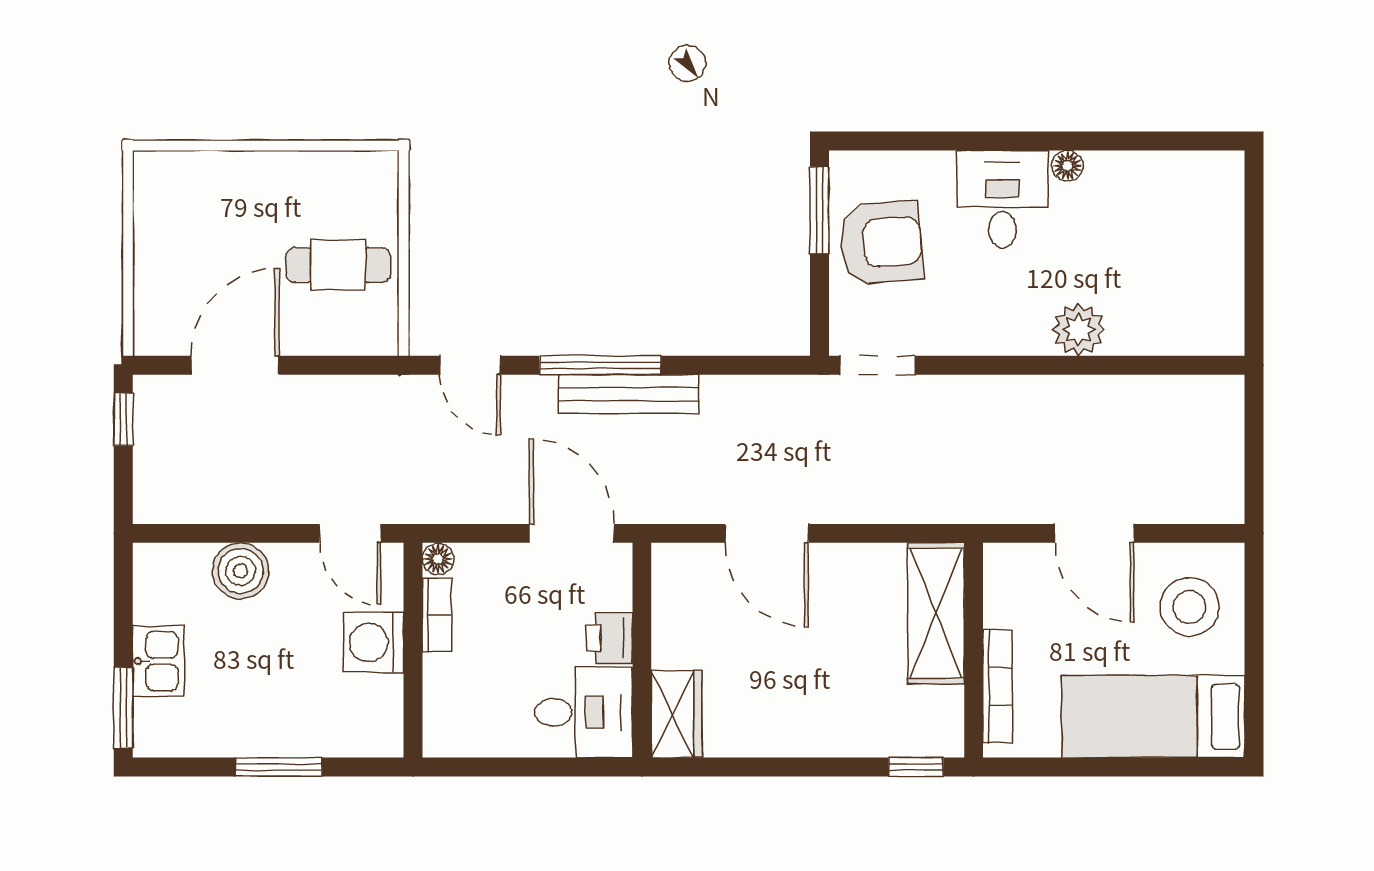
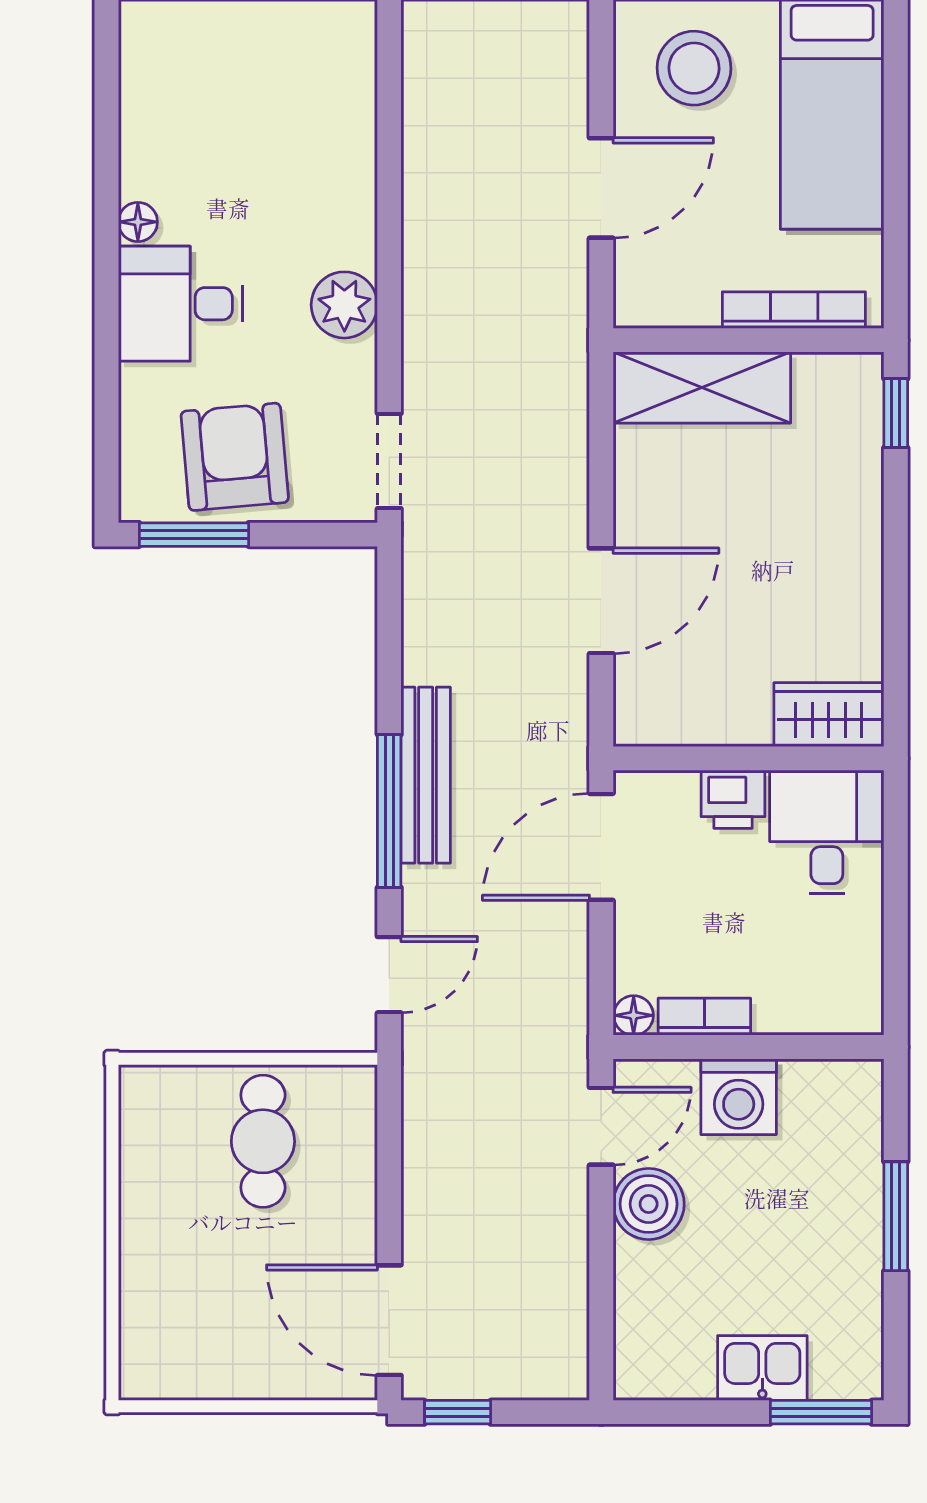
plant: (1079, 330) -> (344, 305), moved
door: (235, 365) -> (389, 1320), moved
boiler: (241, 571) -> (649, 1204), moved

